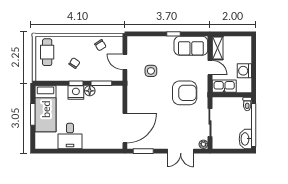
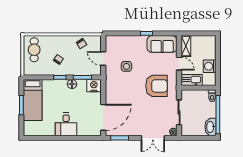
nightstand: (76, 93) -> (94, 86), moved
desk: (70, 136) -> (66, 124), moved

